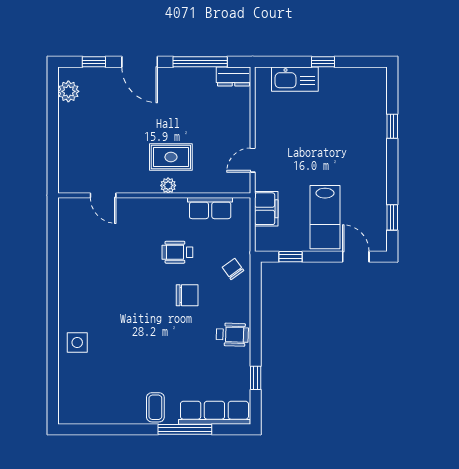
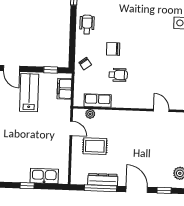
dresser: (233, 76) -> (103, 180), moved, width x1.44
rug: (171, 157) -> (95, 146), moved
door: (253, 160) -> (71, 128), hinge flipped
plant: (168, 185) -> (90, 114), moved
filing cabinet: (266, 209) -> (64, 89), moved
wheelchair: (232, 335) -> (87, 24), turned 88

